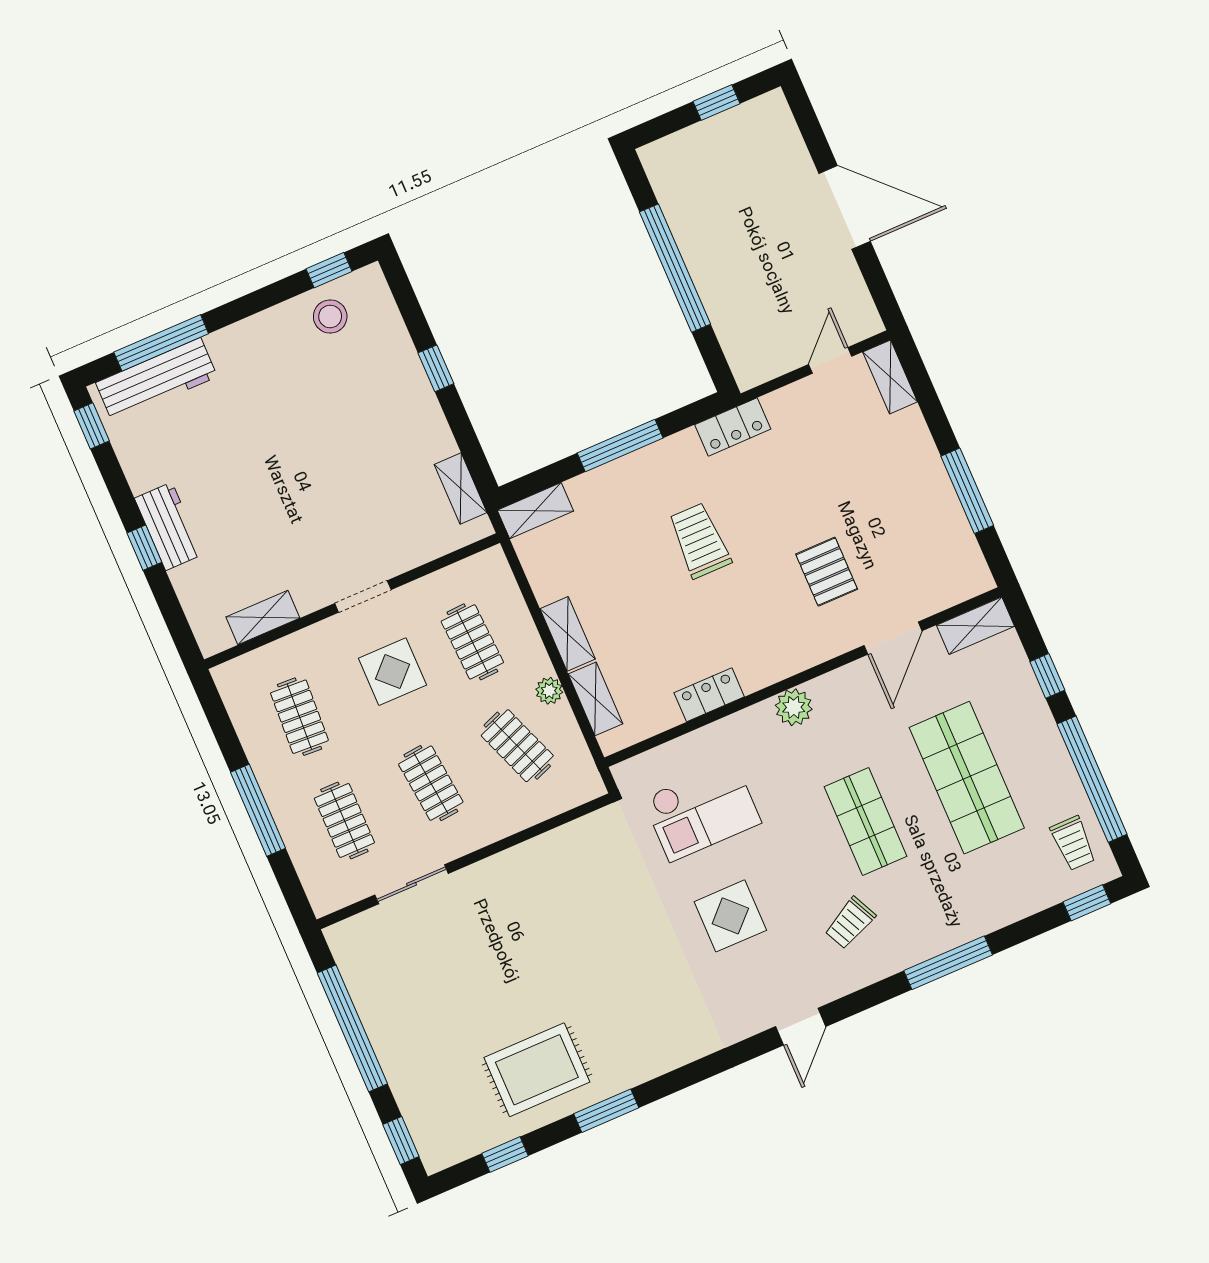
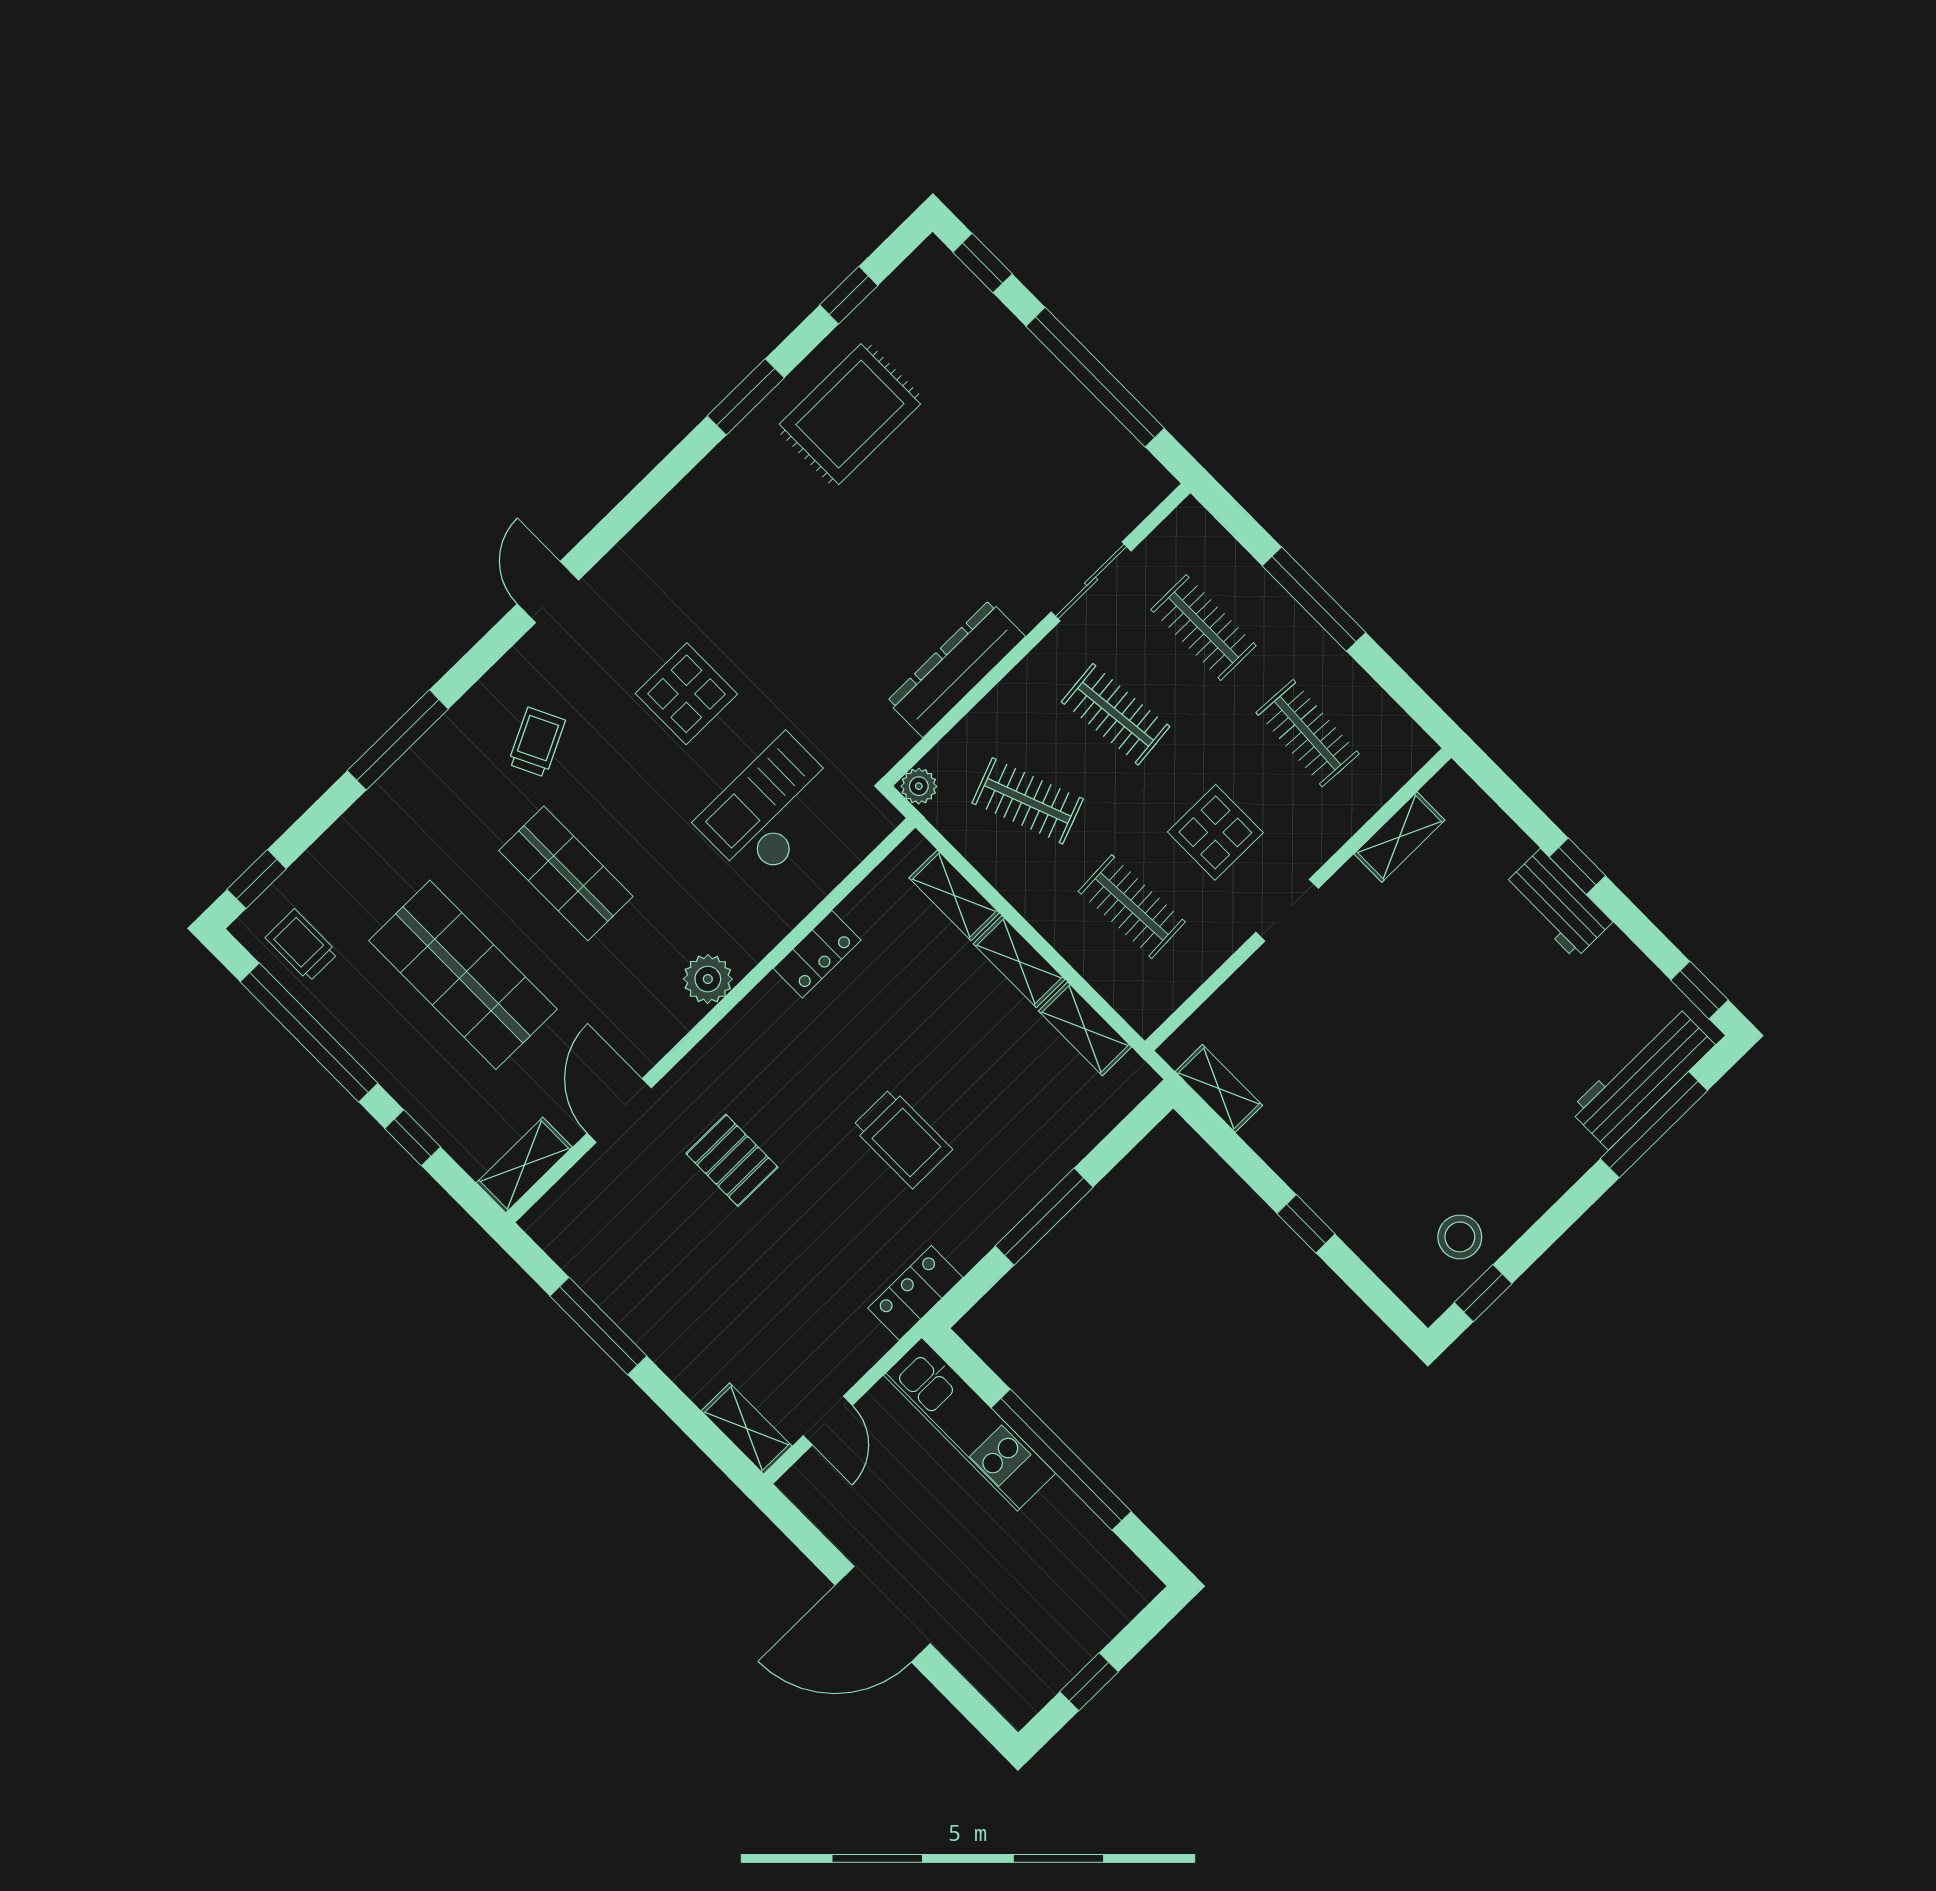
kitchen unit: (730, 318) -> (969, 1424), added
shelving: (535, 511) -> (1085, 1029), moved, turned 90
plant: (549, 691) -> (919, 786), moved
dresser: (532, 859) -> (956, 669), added

